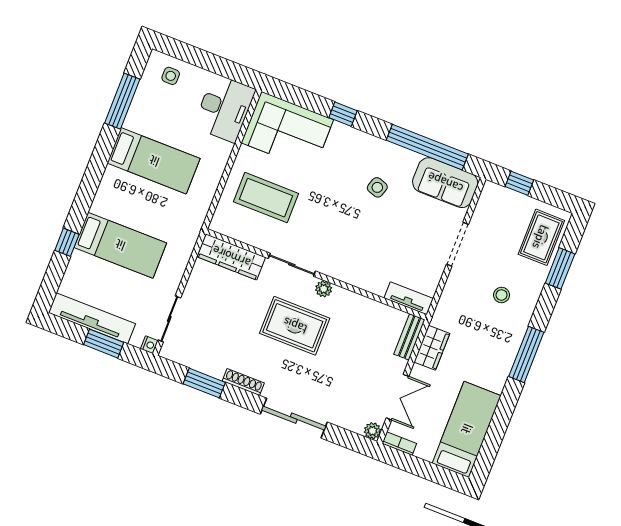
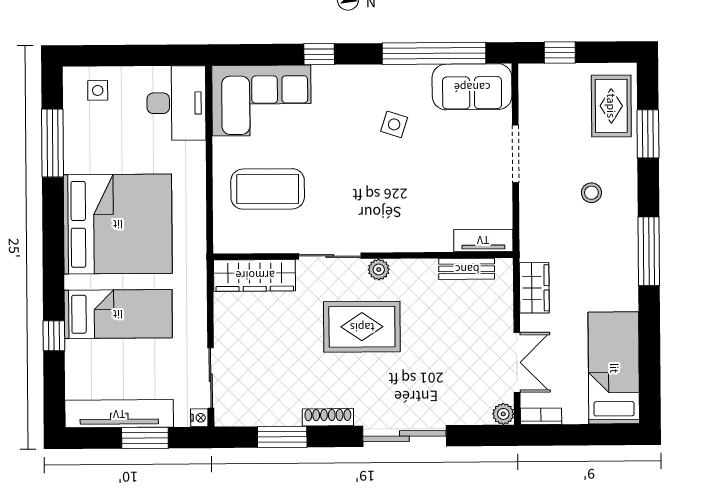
bed: (154, 161) -> (118, 224), width x2.04
bench: (409, 337) -> (467, 269), moved, turned 90

